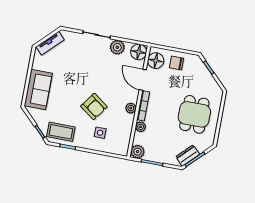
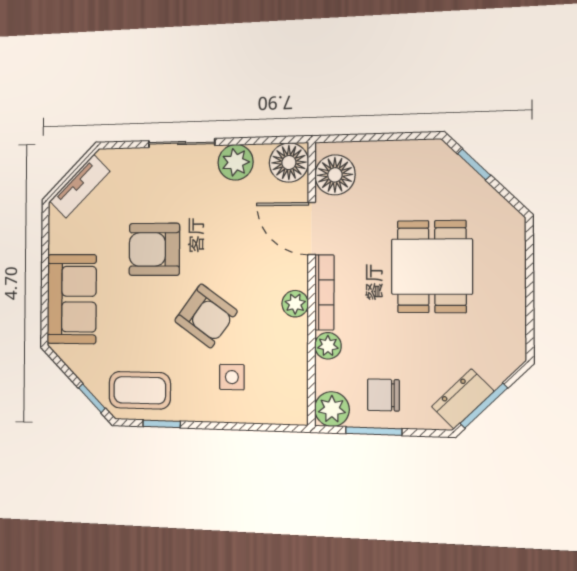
chair: (177, 63) -> (383, 395), moved
armchair: (77, 76) -> (154, 249), added
dining table: (194, 114) -> (432, 267), moved

